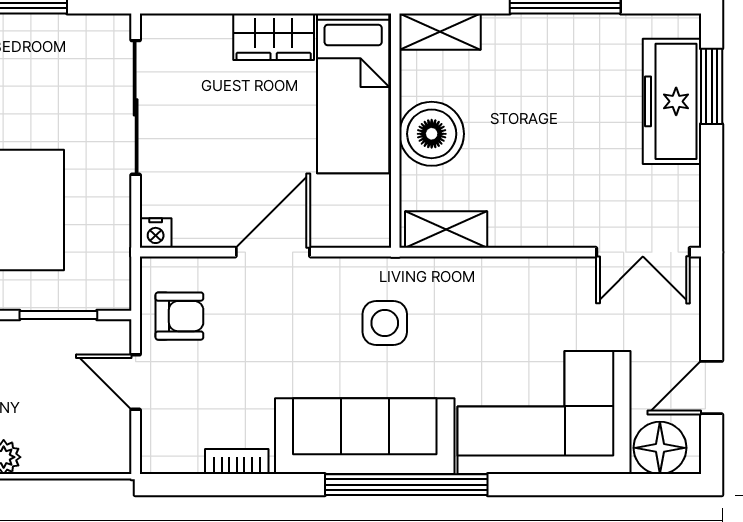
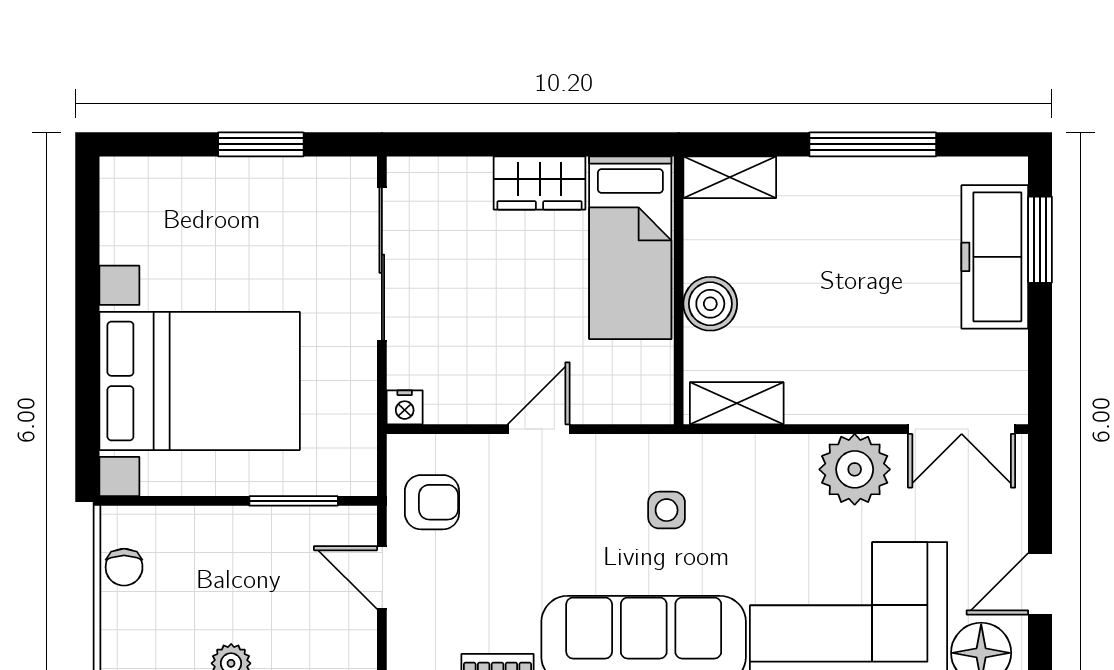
boiler: (432, 134) -> (710, 304), width x0.73, depth x0.73
door: (273, 252) -> (539, 429), width x0.73
plant: (549, 287) -> (855, 469), added
side table: (385, 323) -> (667, 510), width x0.73, depth x0.73

